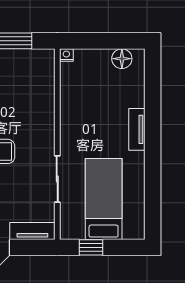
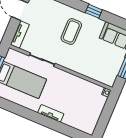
floor lamp: (122, 59) -> (92, 121), removed

